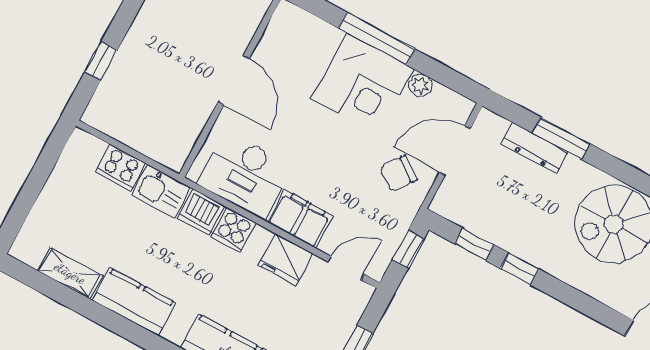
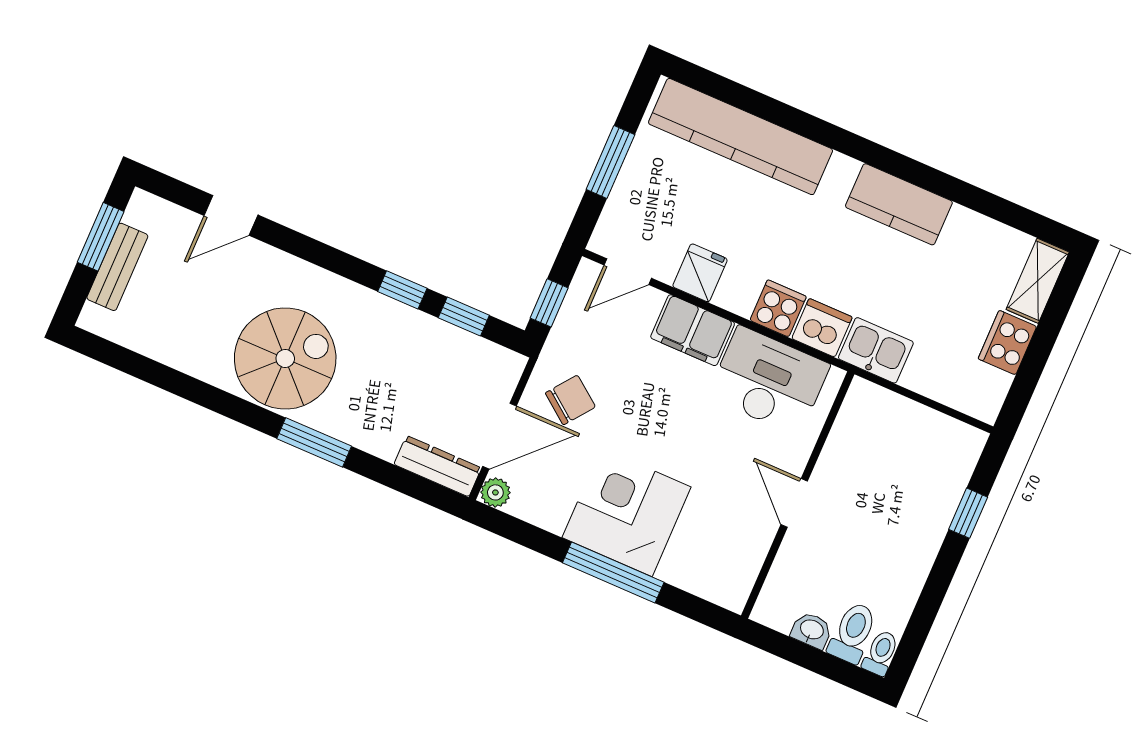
door: (234, 80) -> (794, 503), width x0.73
plant: (420, 85) -> (495, 492), moved
window: (561, 138) -> (314, 442), moved
dresser: (535, 148) -> (438, 466), moved
cooker: (120, 167) -> (1007, 343), moved, turned -90
fridge: (285, 260) -> (700, 273), width x0.72
shelving: (70, 273) -> (1038, 281), moved, turned 90

